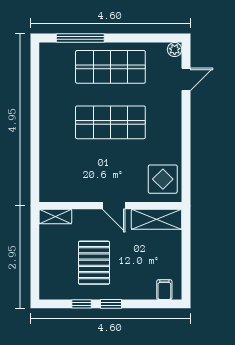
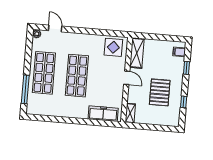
freezer: (51, 171) -> (103, 114), added
door: (114, 206) -> (127, 78), hinge flipped
pallet: (94, 263) -> (160, 92), turned 90
window: (111, 304) -> (186, 68), moved

